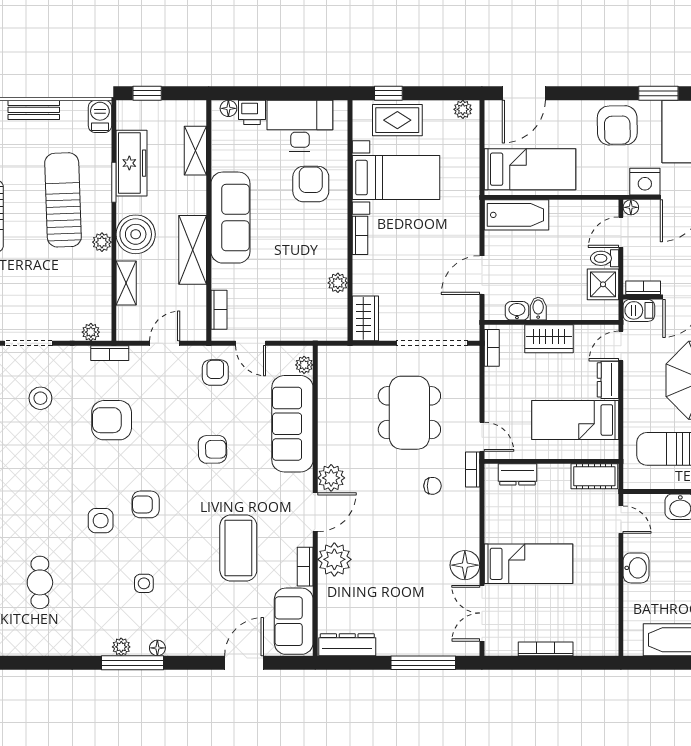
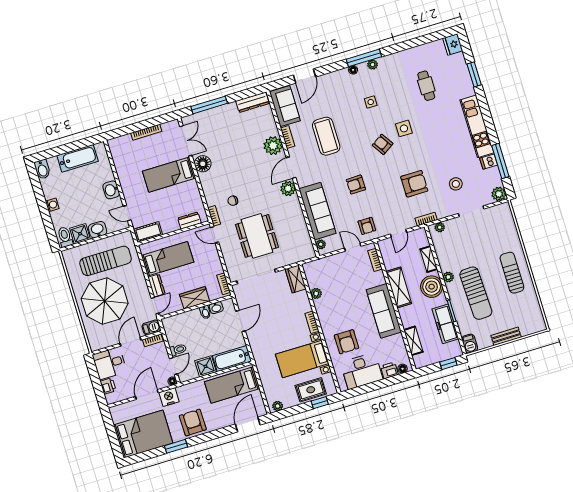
shower: (603, 284) -> (206, 366), moved
armchair: (146, 504) -> (383, 144), turned -123

